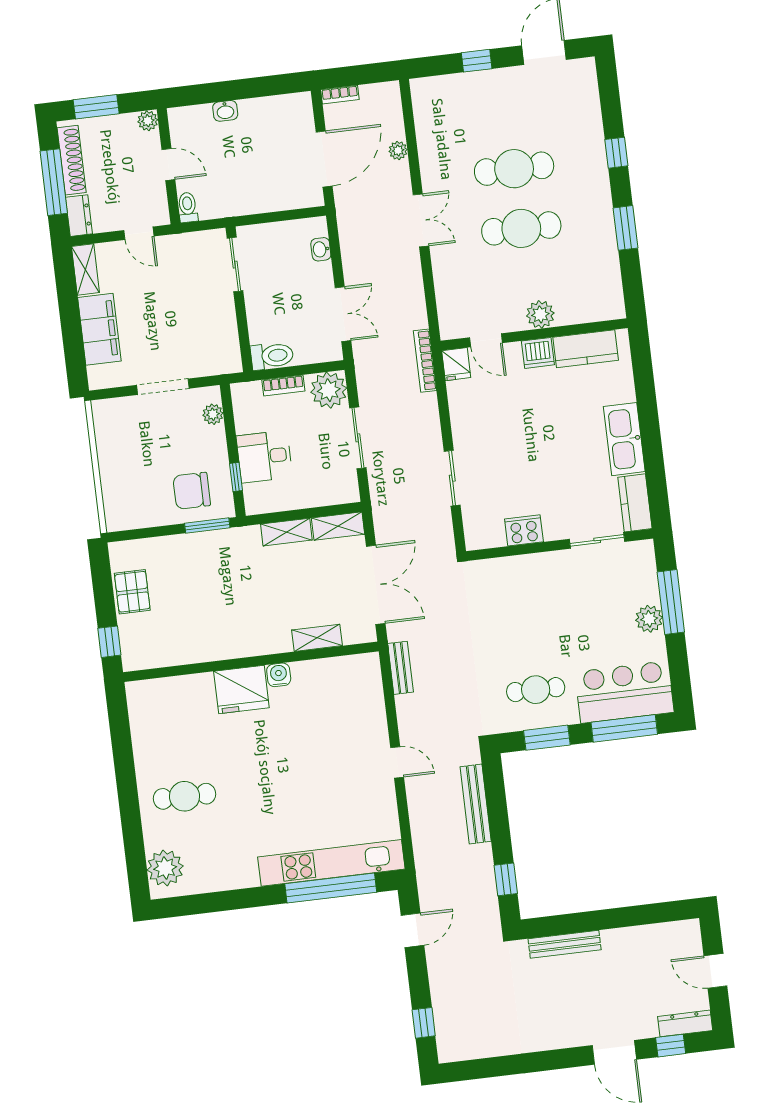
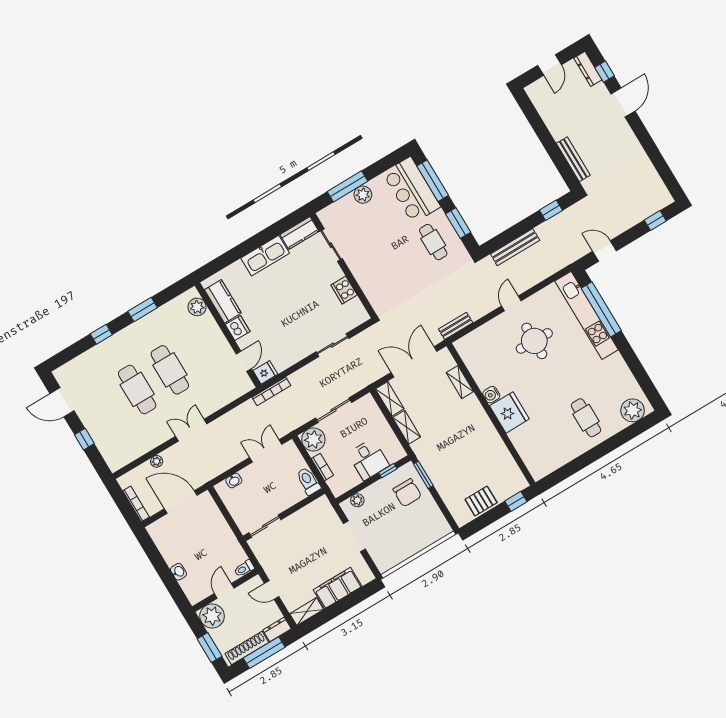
bookcase: (340, 95) -> (136, 504), width x1.56
plant: (148, 121) -> (212, 616), width x1.88, depth x1.88
door: (139, 233) -> (272, 590), swing flipped
plant: (540, 314) -> (197, 307), moved
round table: (328, 771) -> (534, 341), added

